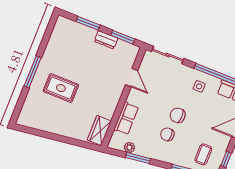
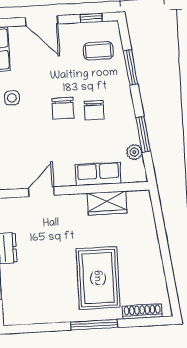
rug: (61, 88) -> (98, 278), width x1.36, depth x1.43
shoe rack: (27, 106) -> (142, 311), added
wardrobe: (99, 130) -> (107, 203), moved

